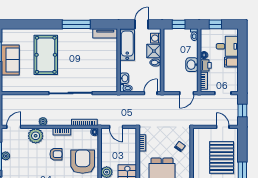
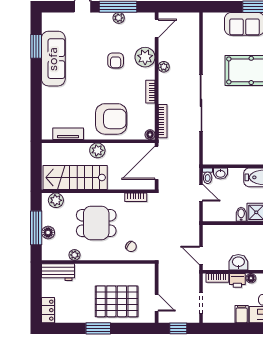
door: (151, 93) -> (201, 193), moved
door: (14, 127) -> (157, 28), hinge flipped
door: (116, 127) -> (157, 163), width x1.88
door: (223, 127) -> (157, 303), hinge flipped
armchair: (56, 154) -> (116, 61), moved

